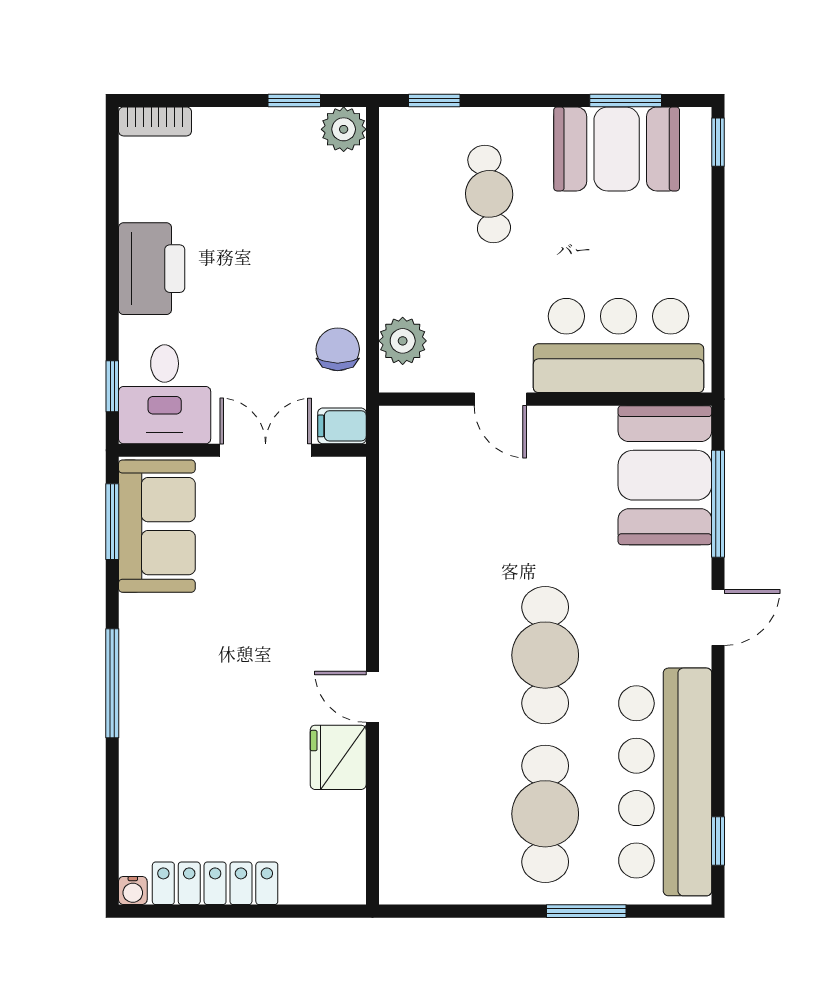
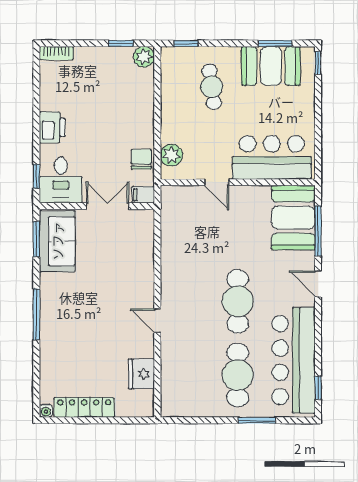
printer: (152, 269) -> (52, 127), width x0.73, depth x0.84
door: (718, 617) -> (318, 284), swing flipped
fridge: (338, 757) -> (141, 374), moved

